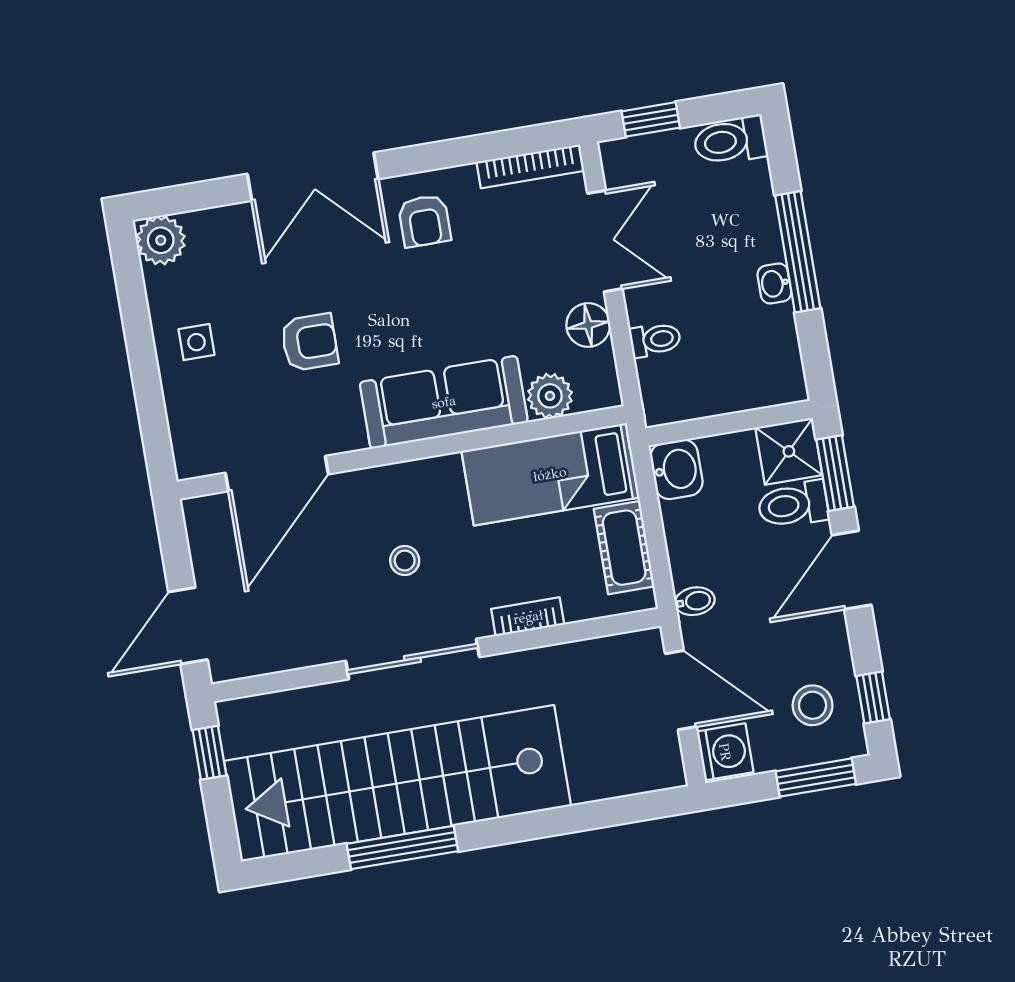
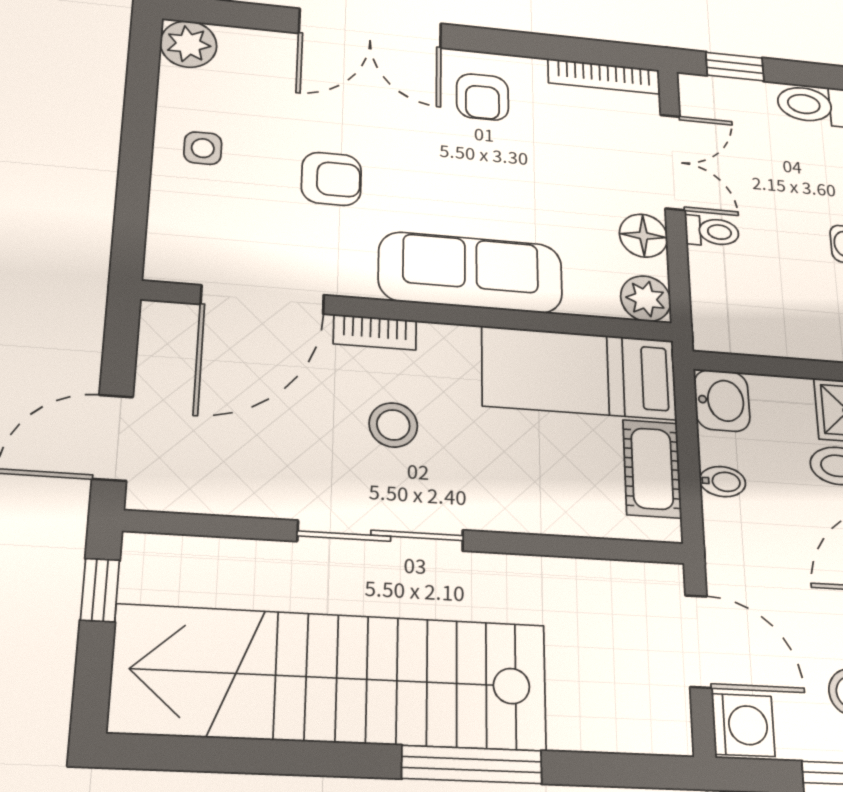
toilet: (655, 340) -> (712, 231), moved
plant: (550, 396) -> (646, 299), moved
stool: (405, 561) -> (393, 425), width x1.37, depth x1.37
bidet: (695, 601) -> (723, 482), moved
bookcase: (528, 617) -> (375, 332), moved, turned 180
window: (402, 847) -> (472, 765), moved

